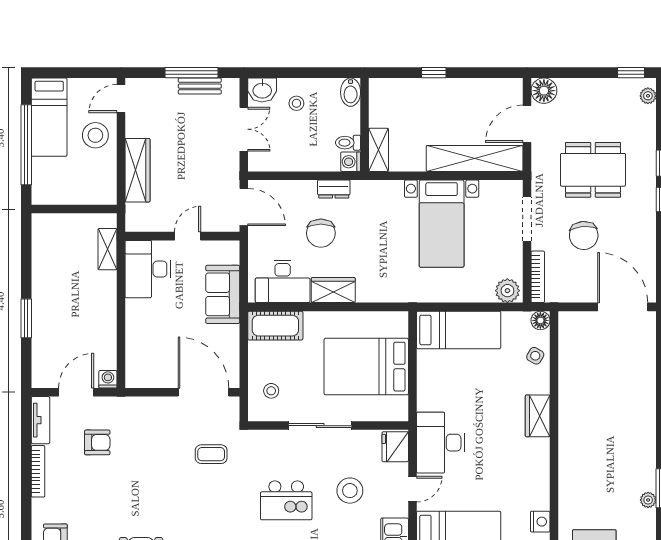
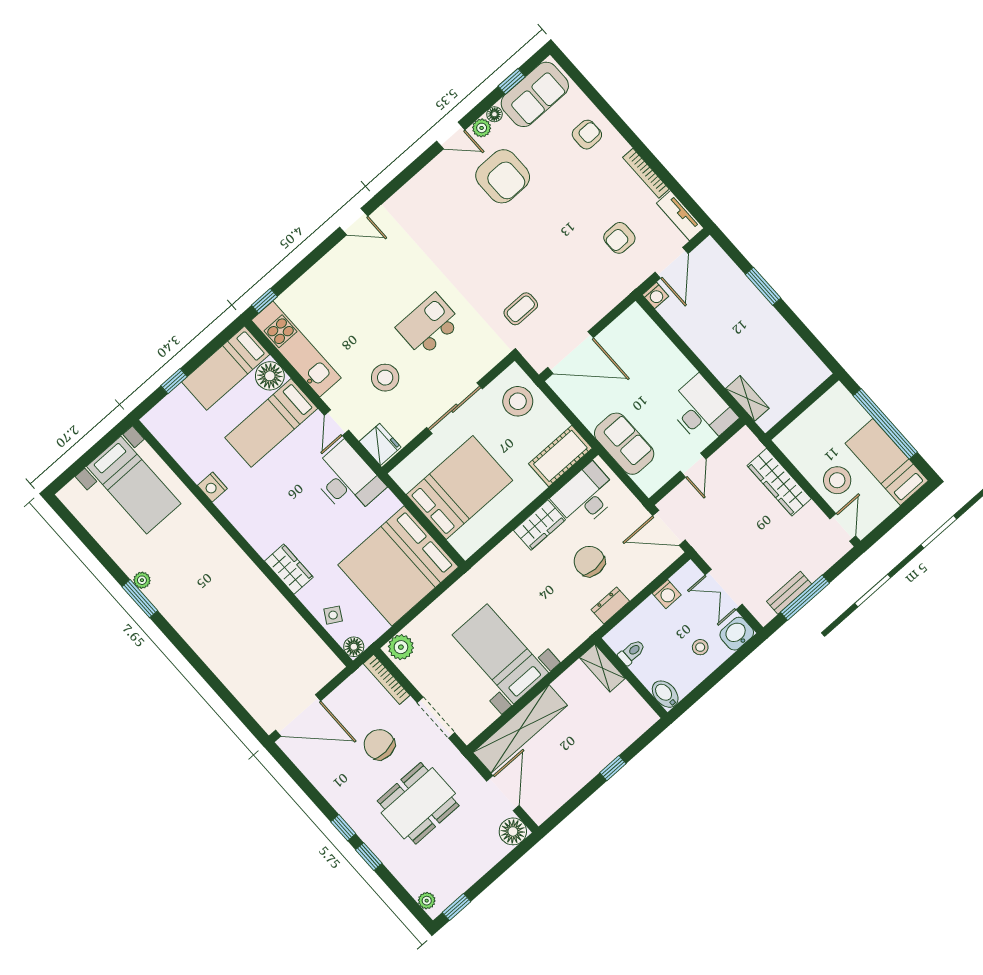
washing machine: (351, 162) -> (667, 594), moved, turned 90
bed: (459, 330) -> (398, 566), width x2.04
stool: (271, 391) -> (518, 401), width x1.89, depth x1.89

